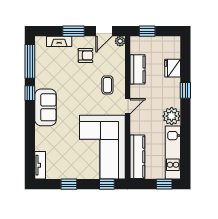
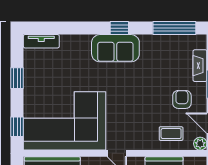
armchair: (86, 55) -> (182, 99), turned 180
coffee table: (107, 85) -> (171, 134), moved
window: (30, 93) -> (119, 28), moved

